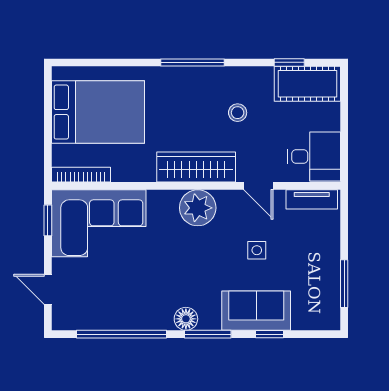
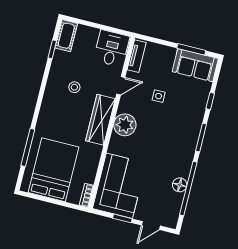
window: (193, 62) -> (28, 147), moved
cot: (307, 84) -> (66, 36), width x0.73, depth x0.75
bookcase: (81, 175) -> (86, 195), width x0.64
window: (48, 220) -> (122, 218), moved
sofa: (256, 311) -> (195, 65), moved, turned -90
floor lamp: (186, 319) -> (180, 185), moved

